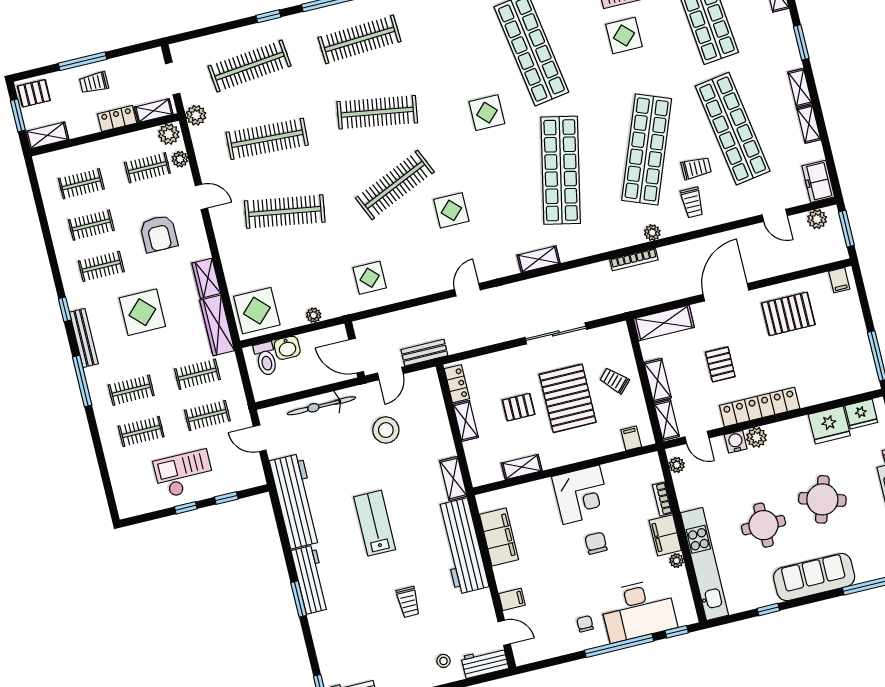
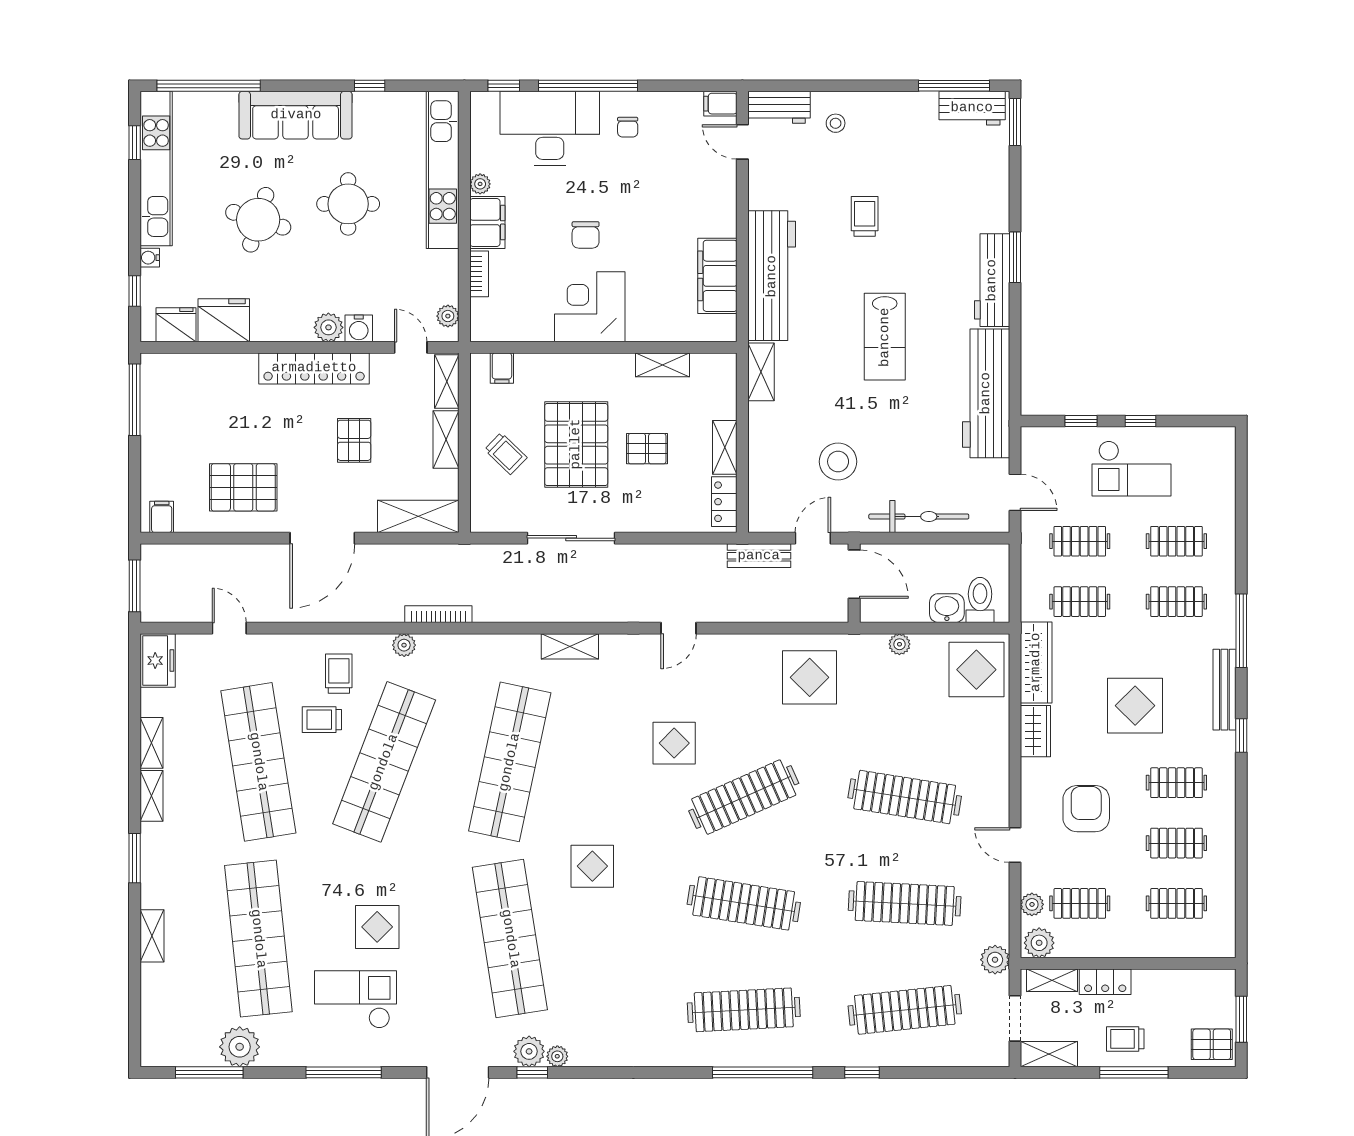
trolley: (94, 83) -> (1125, 1039), turned 180
shelving: (47, 135) -> (1049, 1054), moved
plant: (817, 219) -> (172, 609), removed
display table: (370, 278) -> (810, 677), width x1.36, depth x1.36
filing cabinet: (512, 599) -> (720, 104), moved

